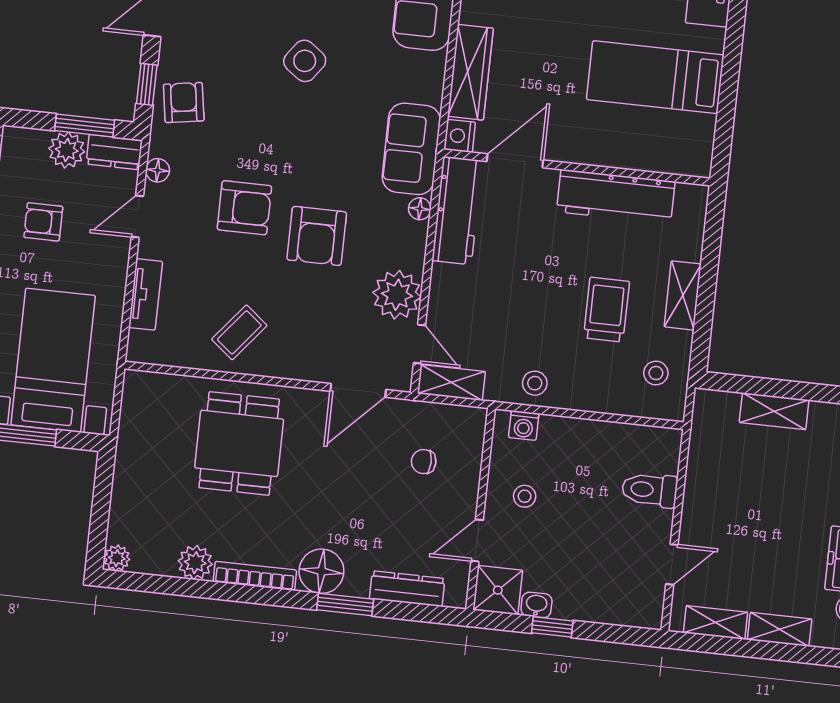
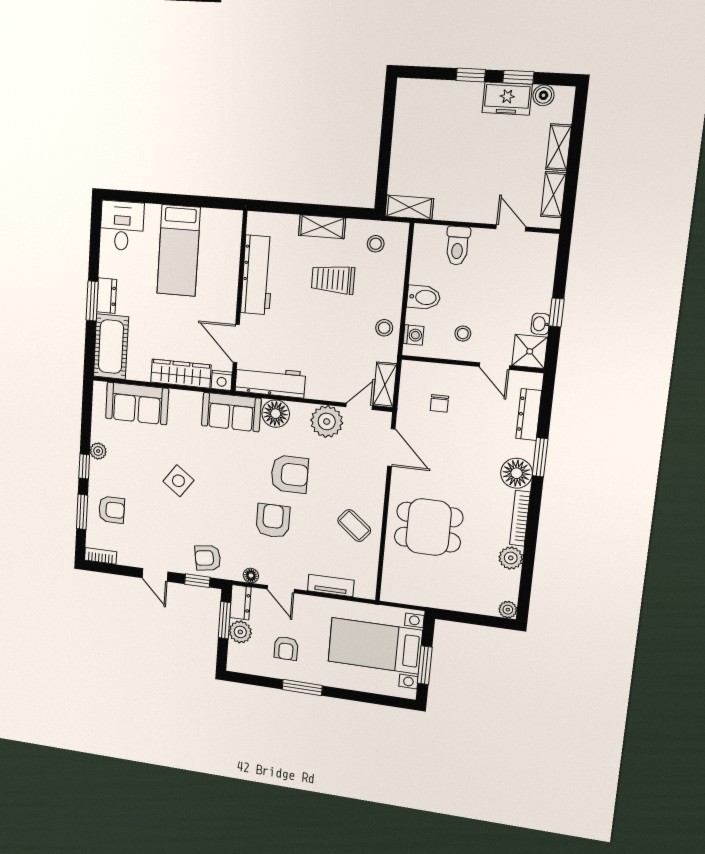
floor lamp: (420, 209) -> (276, 414), width x1.89, depth x1.89
shelving: (774, 411) -> (409, 207), moved, turned 90
bidet: (578, 441) -> (424, 297), added

